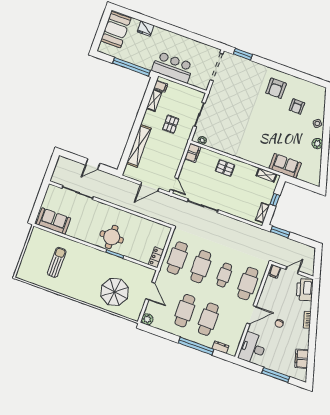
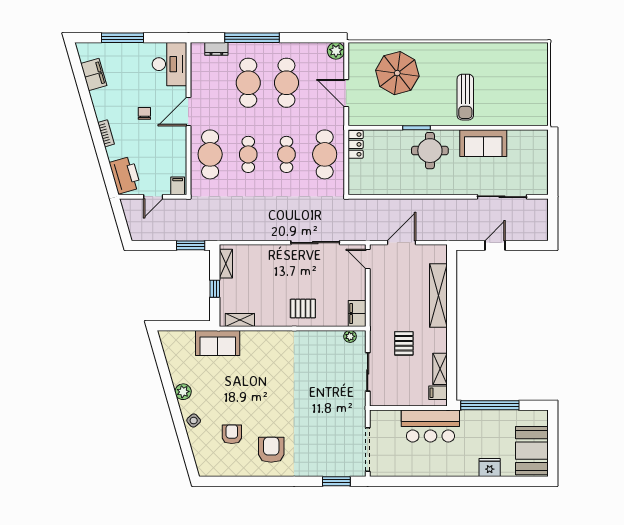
sofa: (53, 221) -> (483, 143), moved
sun lounger: (57, 262) -> (465, 97), moved
cafe table: (201, 267) -> (286, 154), width x0.73, depth x0.74

